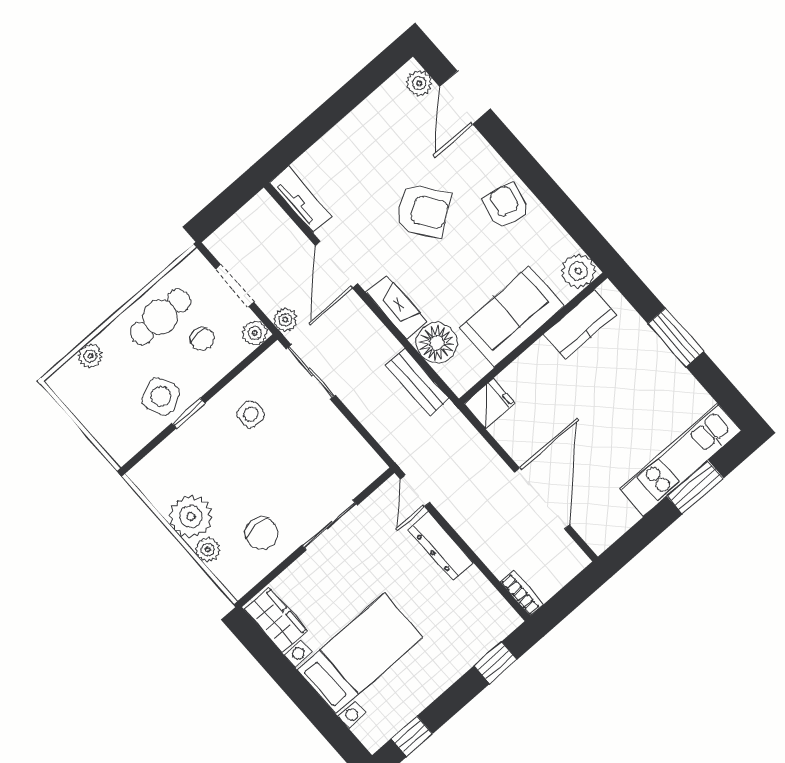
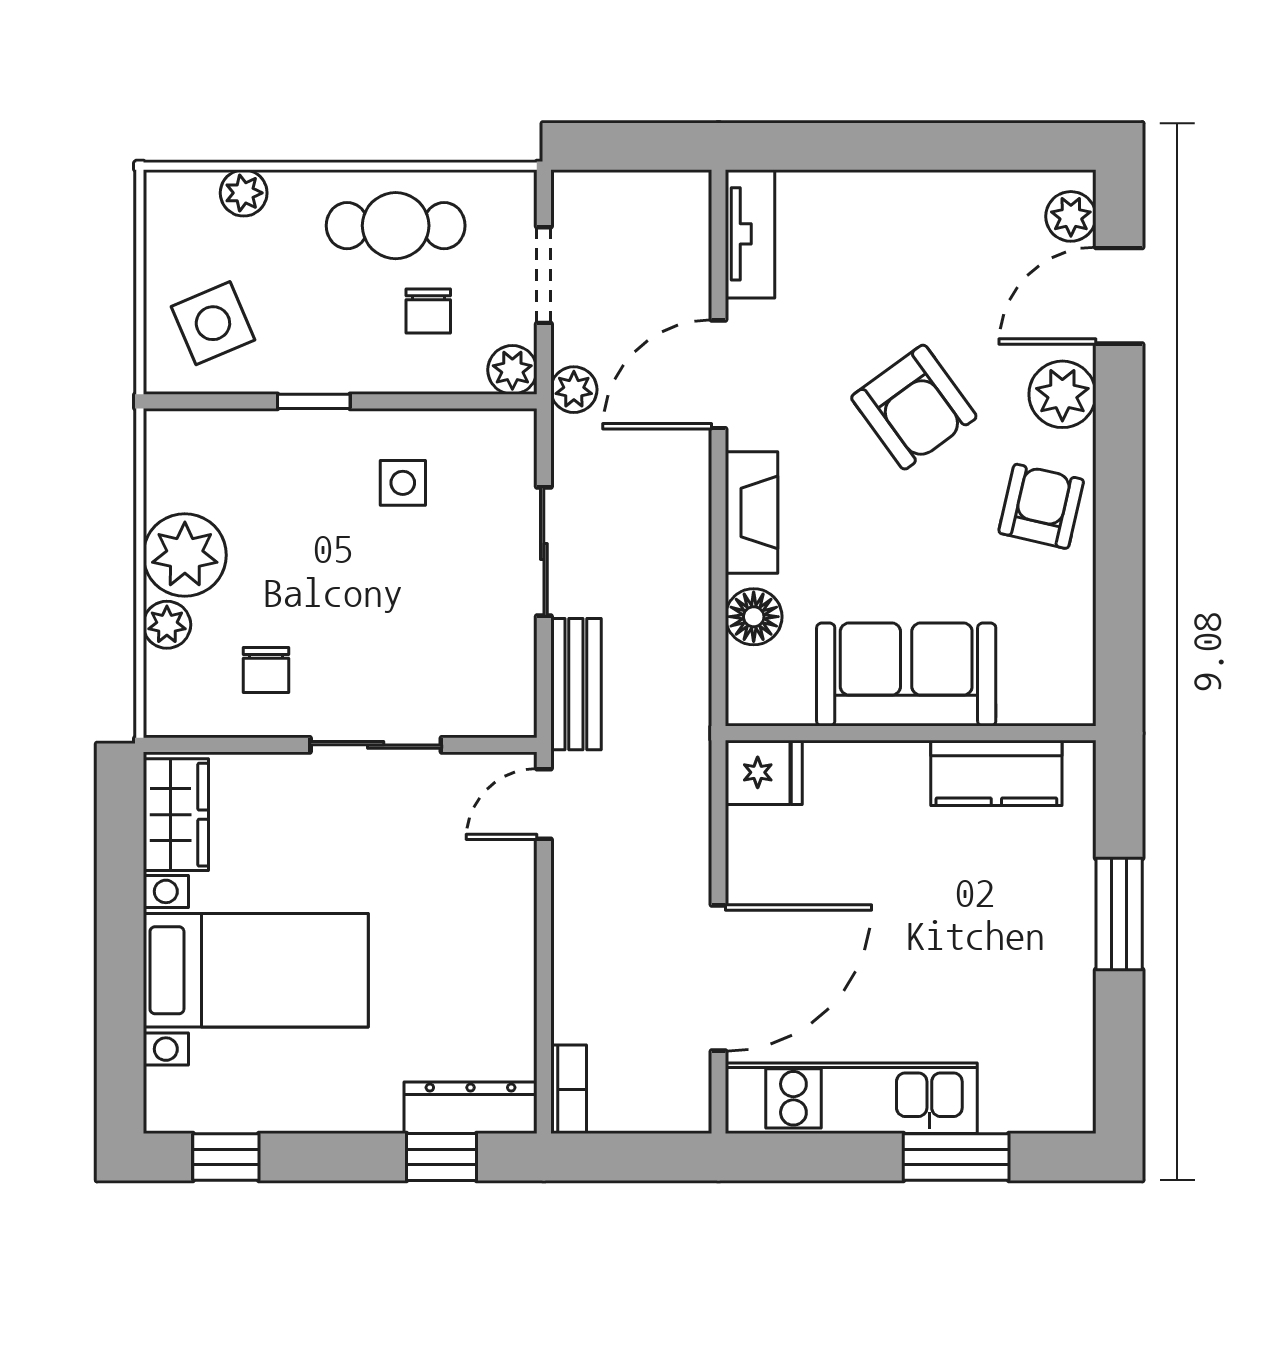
plant: (578, 271) -> (1062, 394), moved
floor lamp: (437, 343) -> (754, 617), width x0.73, depth x0.73
sliding door: (311, 372) -> (544, 552), moved
bench: (418, 382) -> (576, 684), moved
side table: (161, 396) -> (213, 323), moved
kitchen unit: (681, 460) -> (851, 1098), moved
chair: (262, 533) -> (266, 670), width x0.73, depth x0.73
dresser: (441, 546) -> (471, 1108), moved, turned 90

